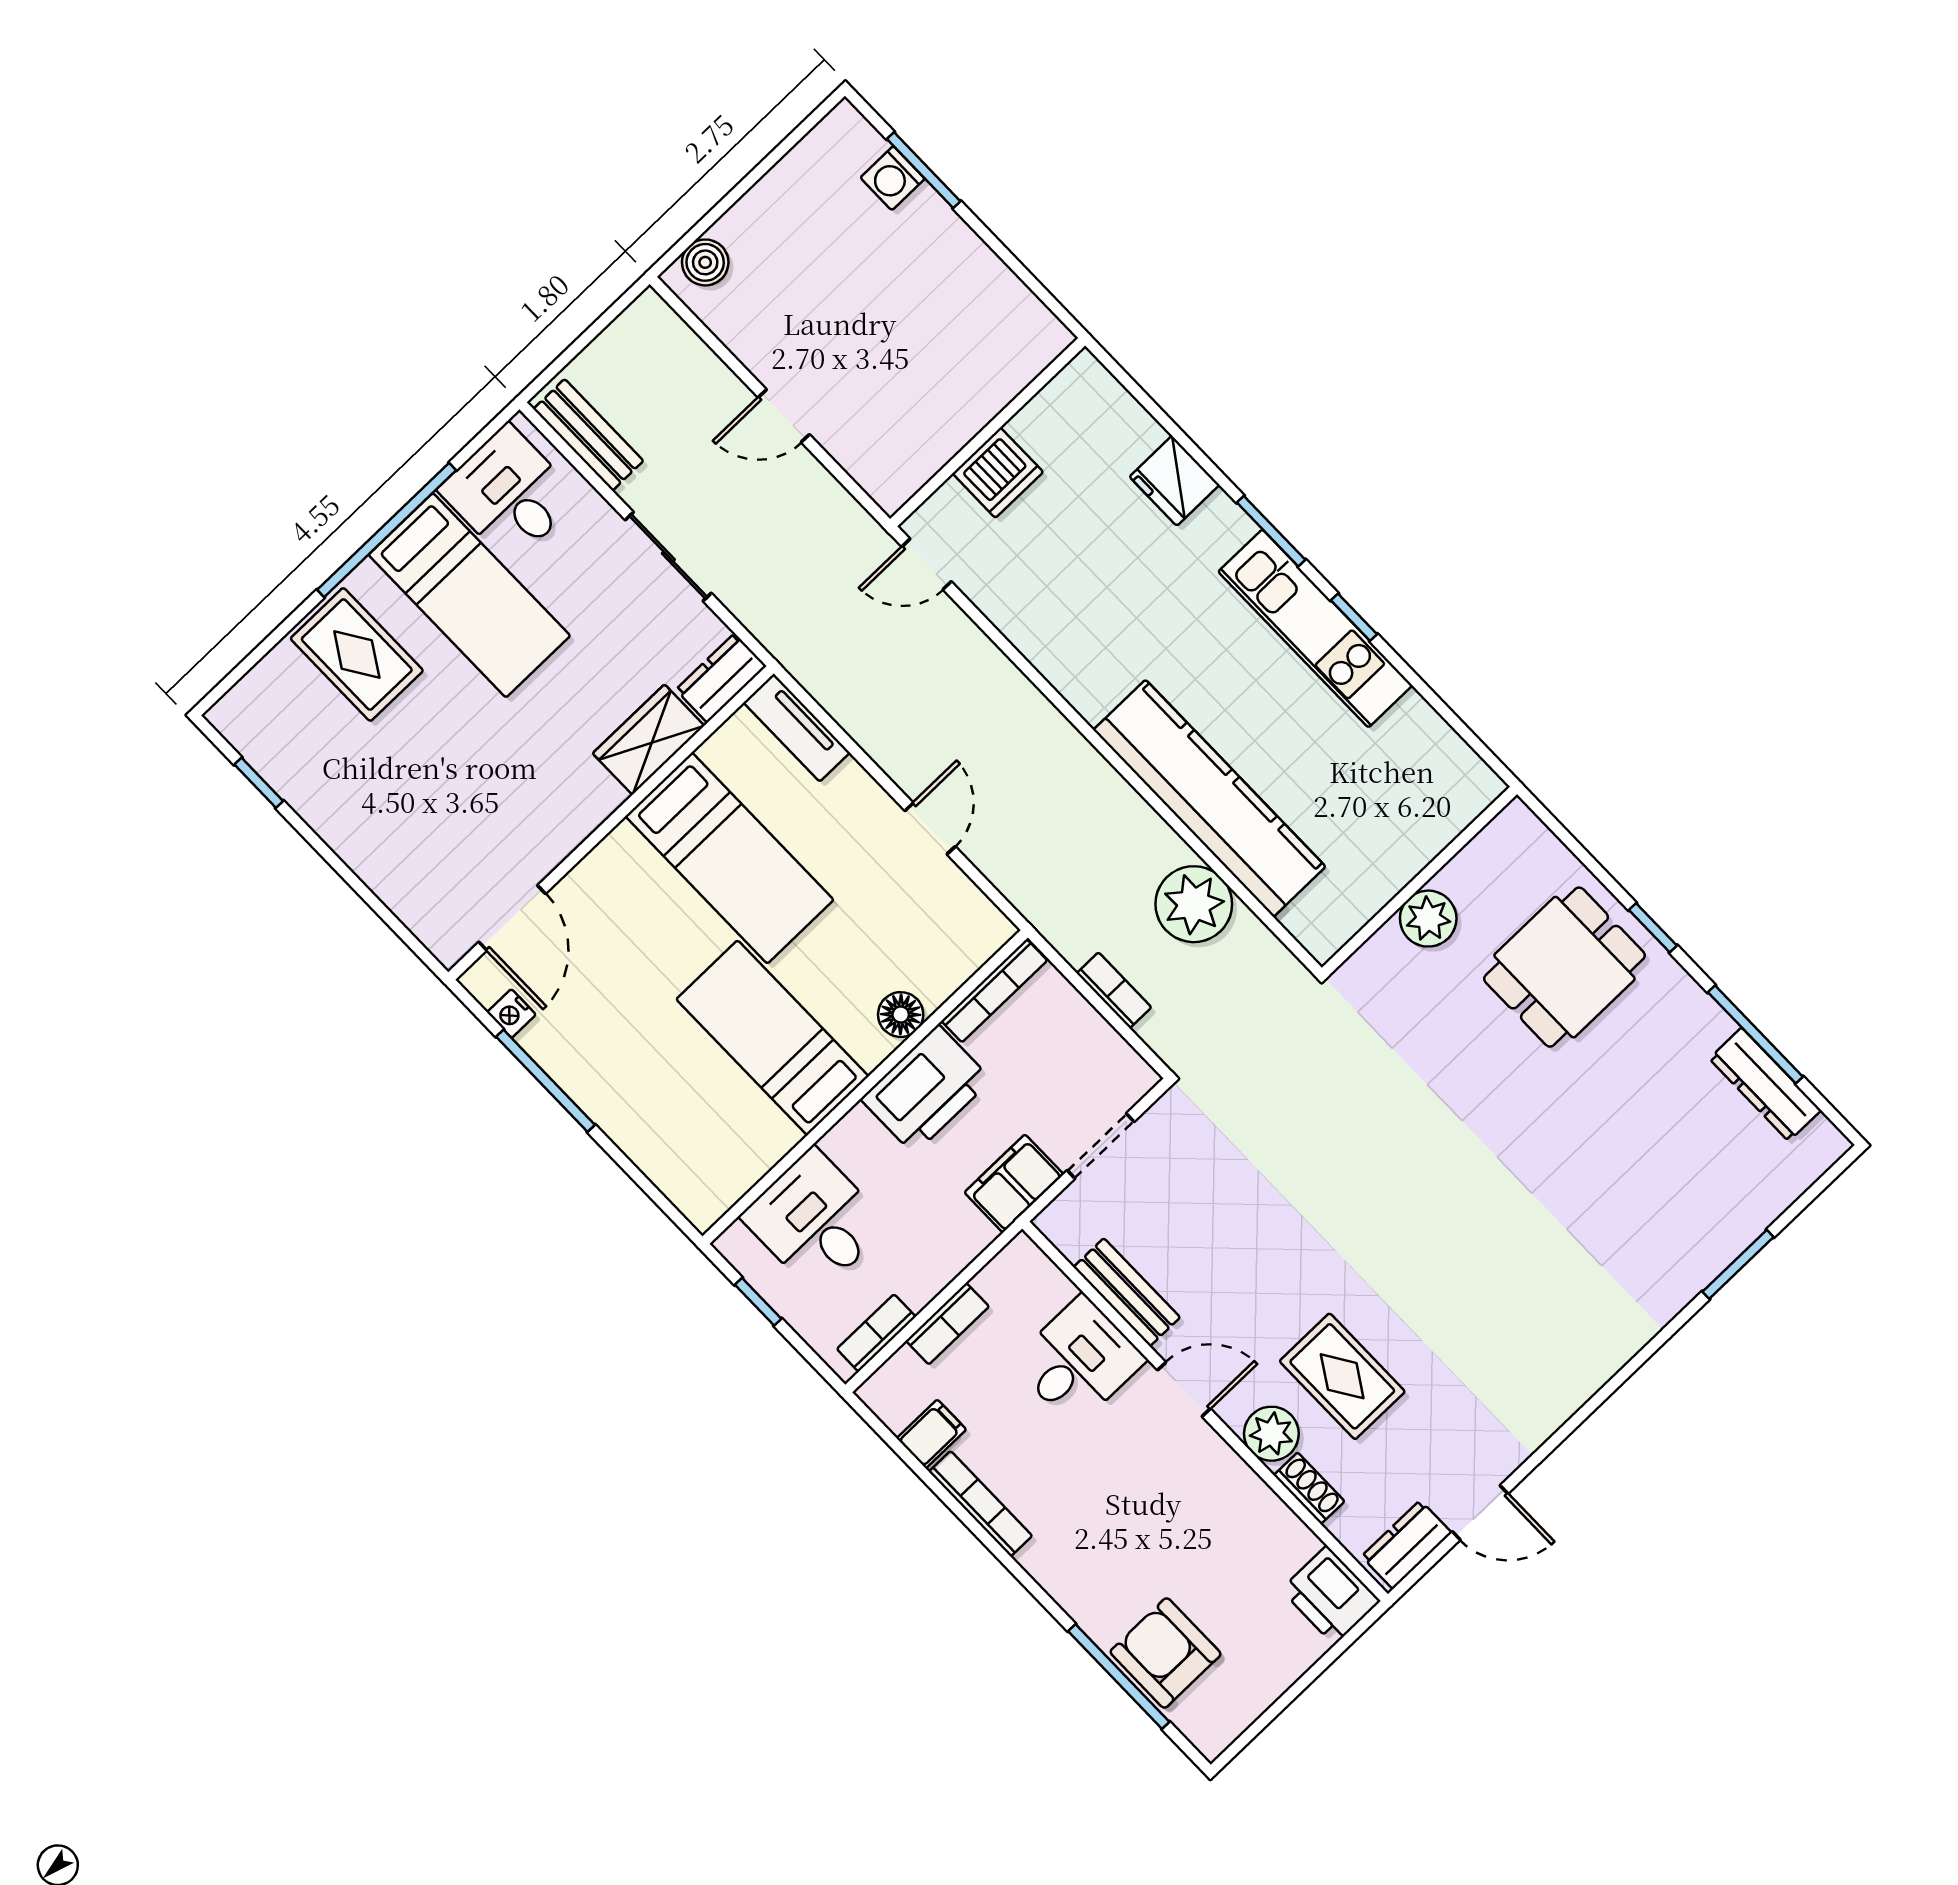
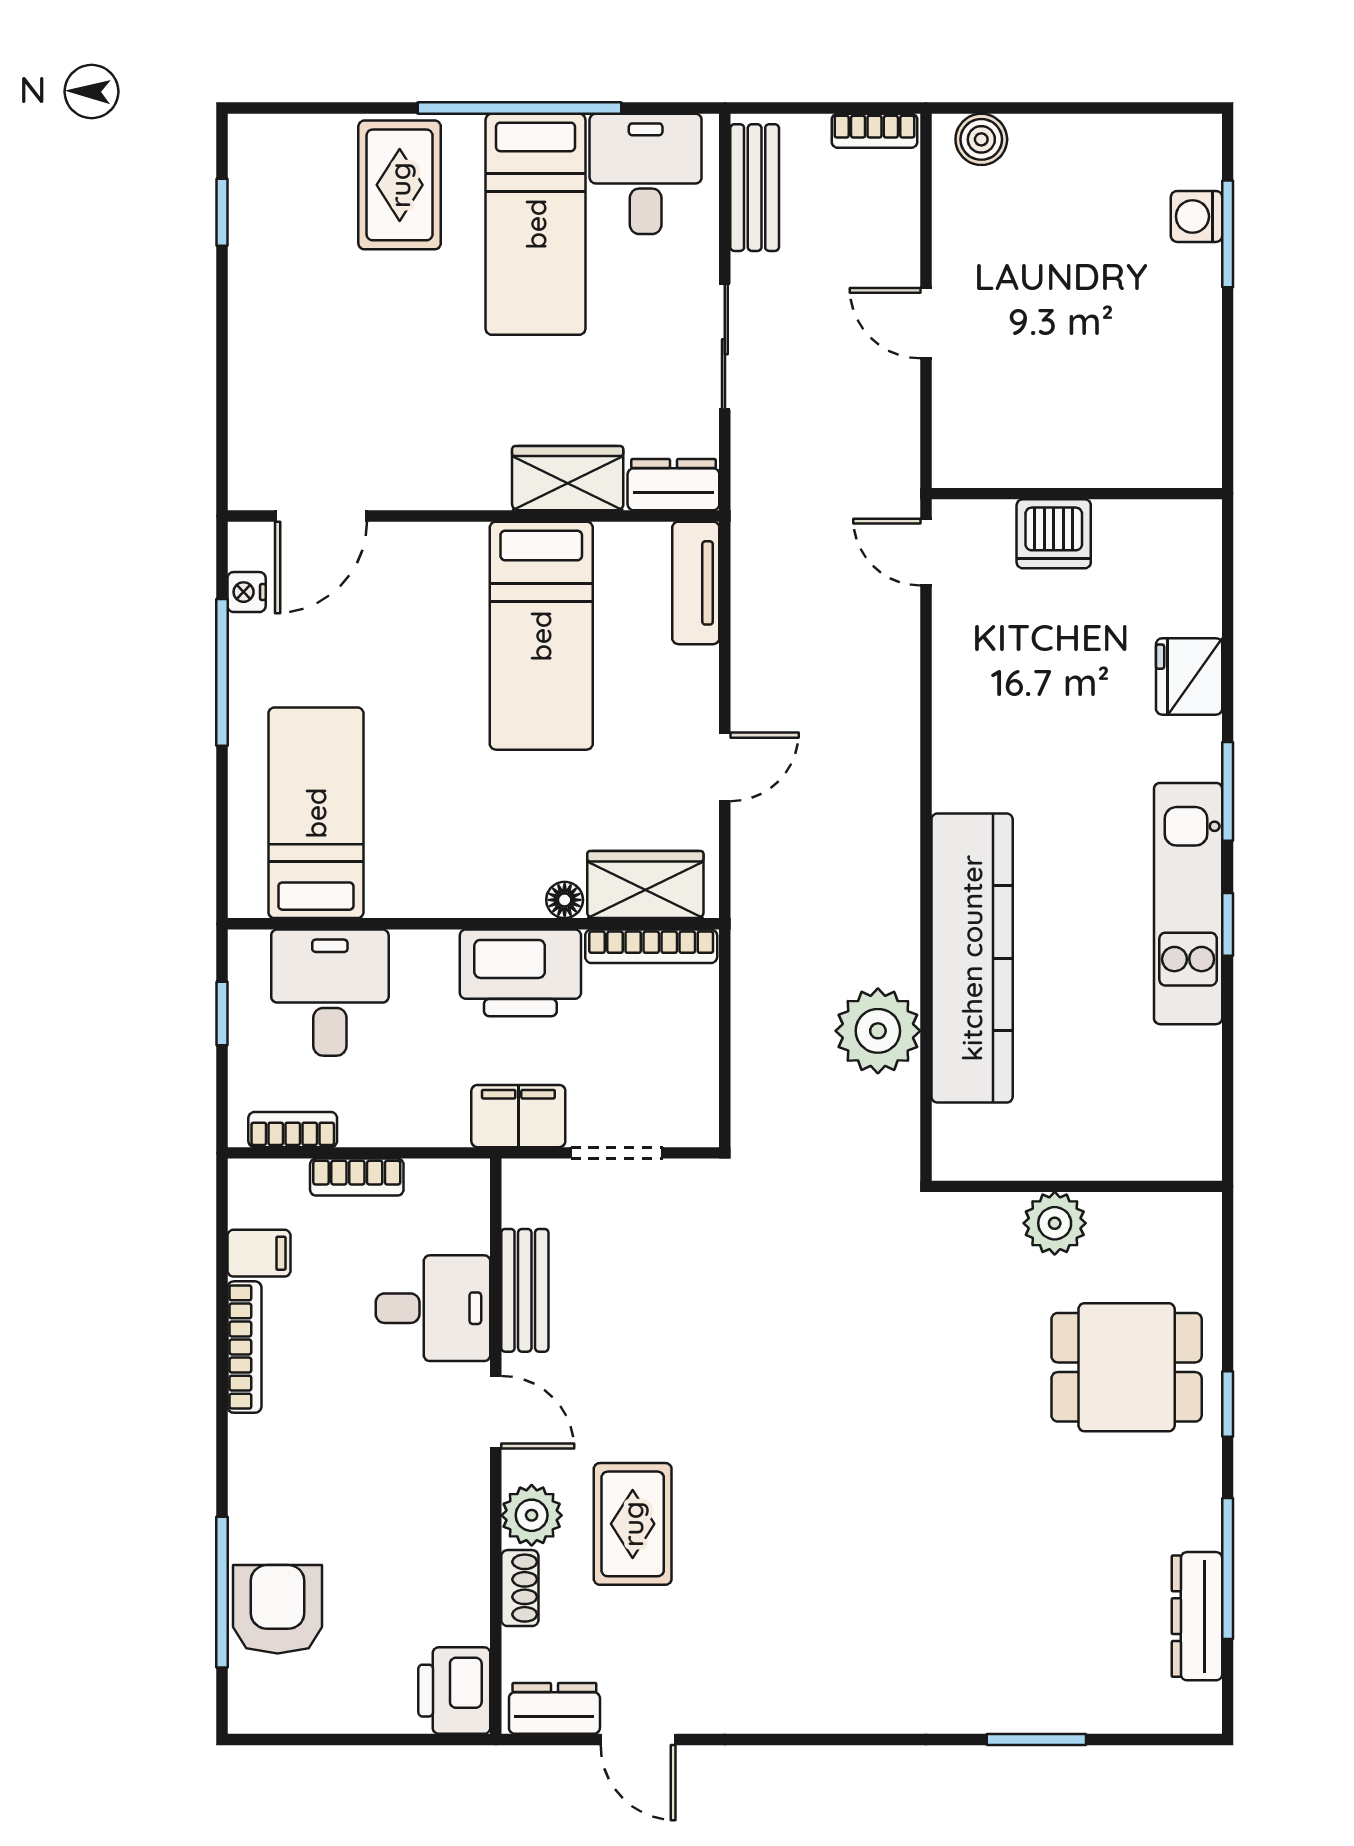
wardrobe: (952, 954) -> (645, 885), added
bookcase: (1114, 990) -> (874, 131), moved, turned 90
floor lamp: (901, 1015) -> (565, 900), width x0.73, depth x0.73
bed: (772, 1038) -> (316, 813), moved

